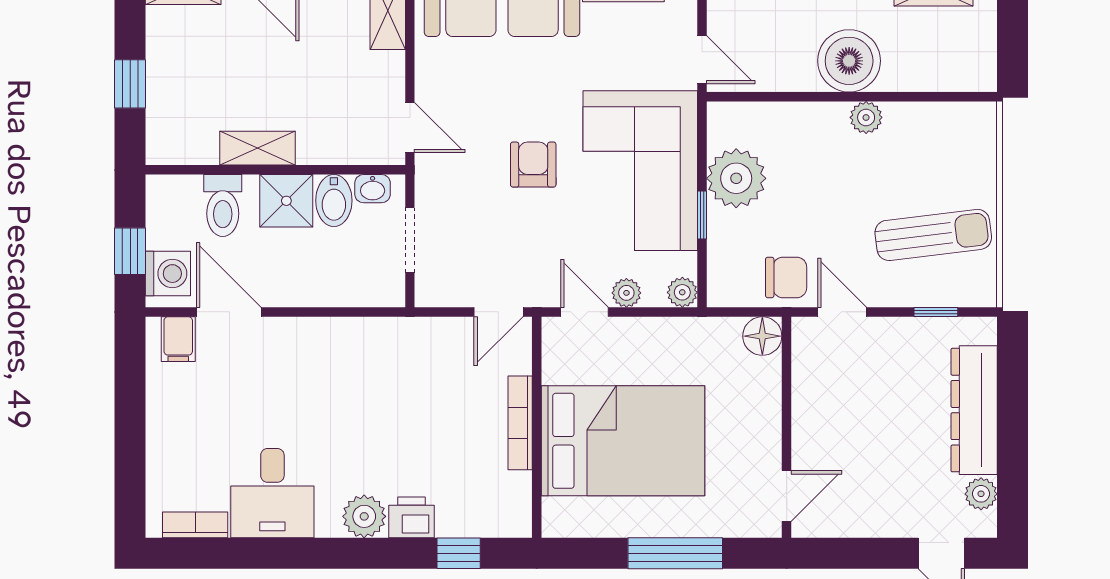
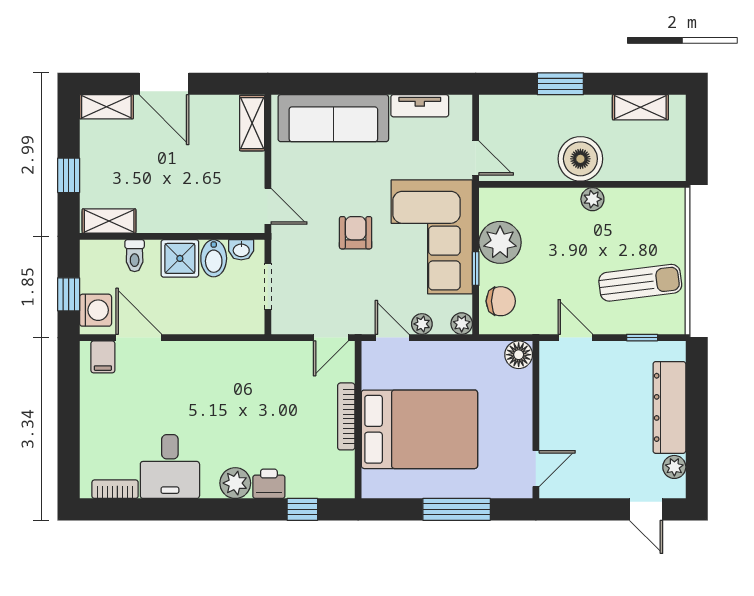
shelving: (258, 148) -> (109, 221), moved
toilet: (223, 205) -> (135, 256), width x0.73, depth x0.72
chair: (786, 277) -> (501, 301), moved

